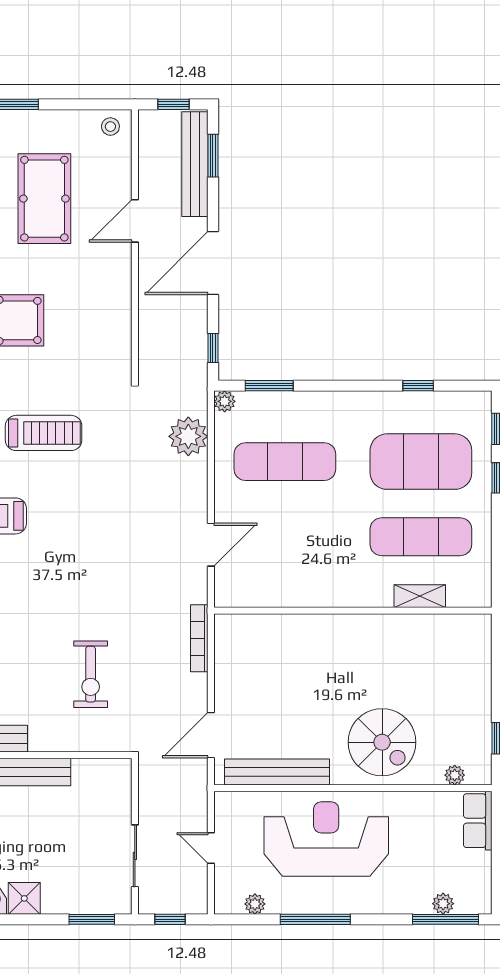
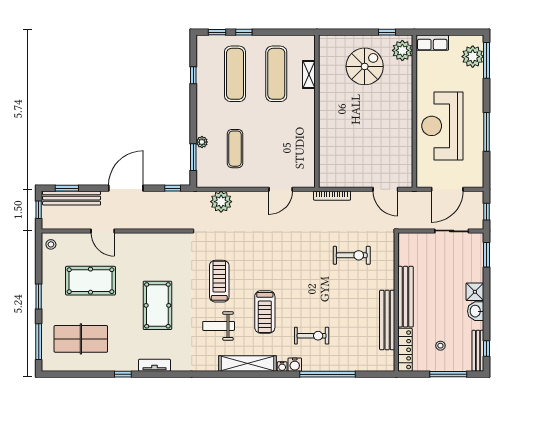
door: (213, 263) -> (126, 188), swing flipped
plant: (225, 401) -> (202, 142), moved
exercise mat: (285, 462) -> (235, 149), width x0.73, depth x0.69
exercise mat: (421, 462) -> (235, 74), width x0.68
door: (211, 545) -> (281, 189), swing flipped
spiral stairs: (382, 742) -> (365, 66), moved
bench: (277, 772) -> (406, 153), removed
plant: (455, 775) -> (402, 50), width x1.87, depth x1.87
door: (211, 848) -> (447, 189), width x1.87
plant: (255, 904) -> (478, 165), removed
plant: (443, 904) -> (473, 57), width x1.88, depth x1.88

